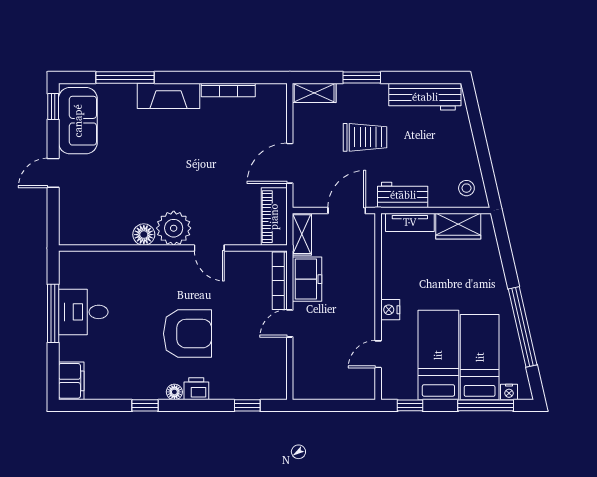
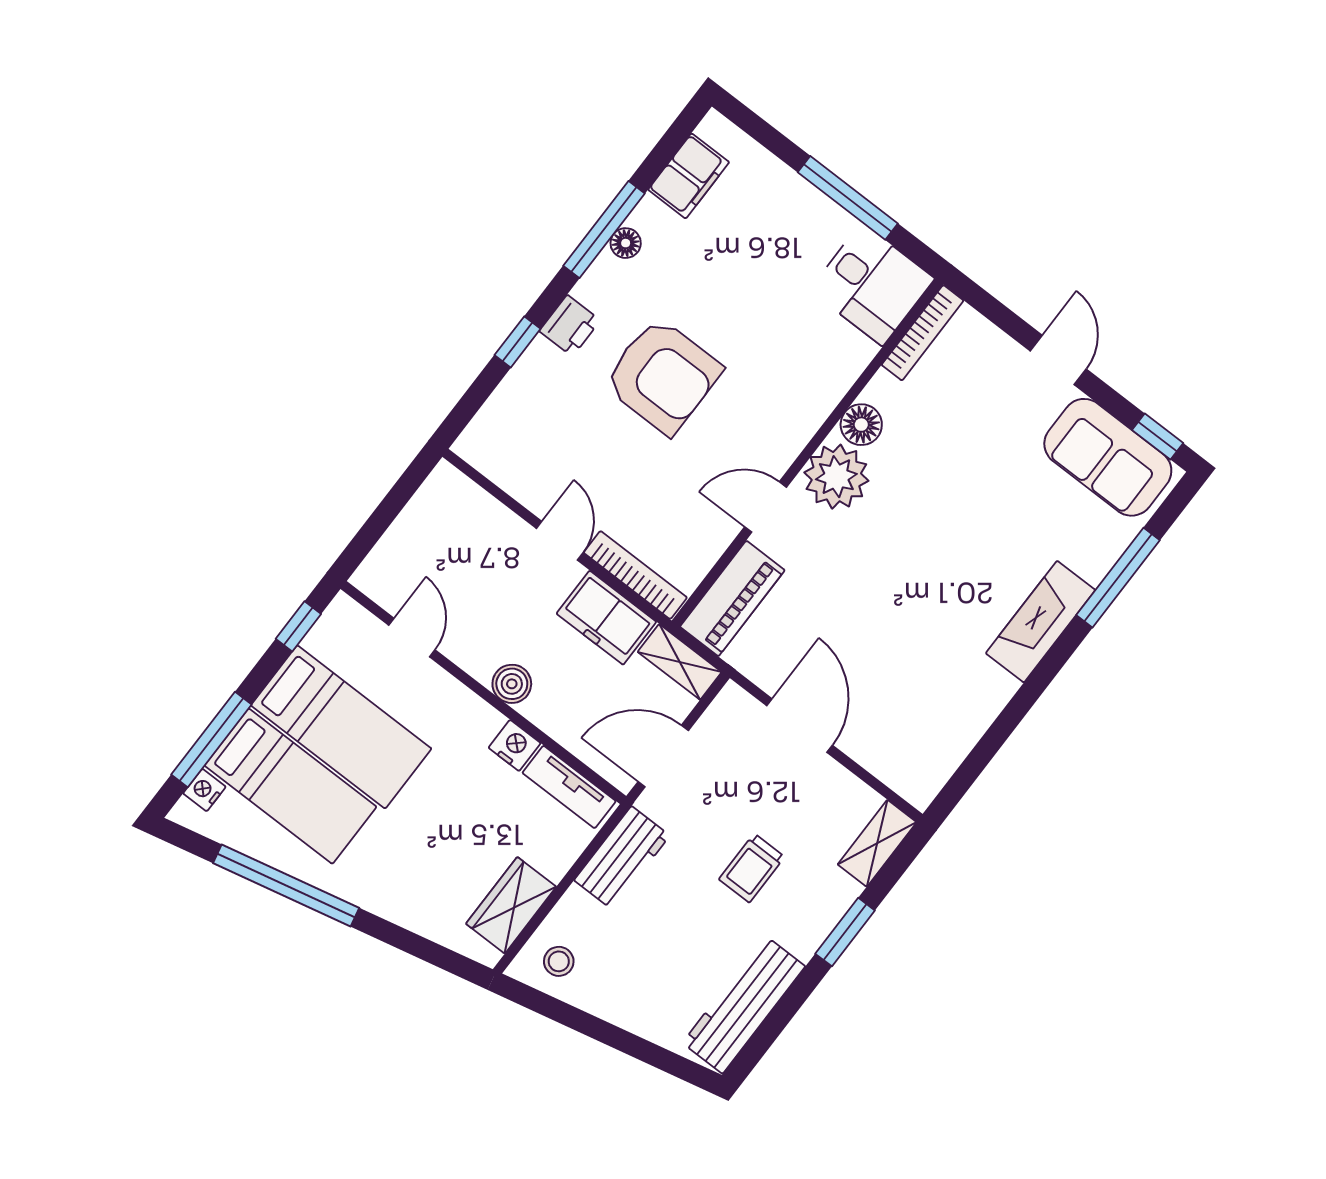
bookcase: (228, 90) -> (923, 333), moved, turned 180
trolley: (365, 137) -> (752, 868), width x0.73, depth x0.72
door: (347, 211) -> (663, 756), swing flipped
piano: (274, 217) -> (732, 598), moved, turned 90
tv unit: (410, 222) -> (569, 787), moved, turned -90
boiler: (365, 297) -> (512, 684), added
nightstand: (390, 310) -> (515, 745), moved
desk: (83, 312) -> (872, 284), moved, turned 90
armchair: (188, 334) -> (663, 376), turned -90
filing cabinet: (71, 381) -> (689, 176), moved, turned -90
floor lamp: (174, 392) -> (626, 243), moved
window: (145, 405) -> (604, 230), width x2.17
window: (247, 405) -> (517, 342), moved

